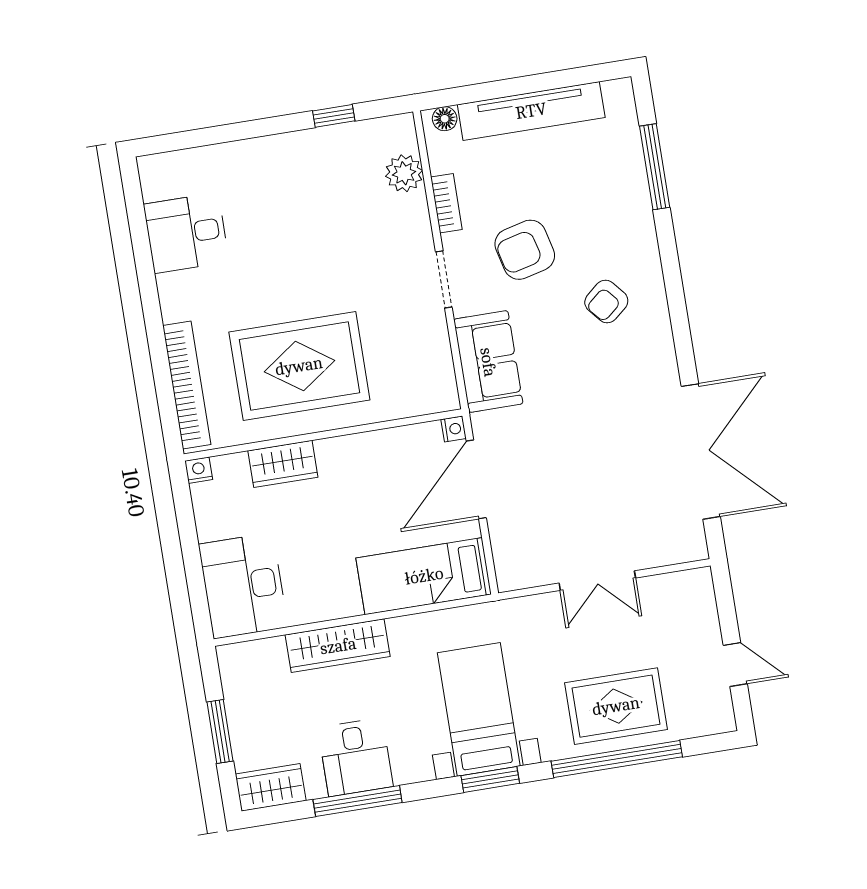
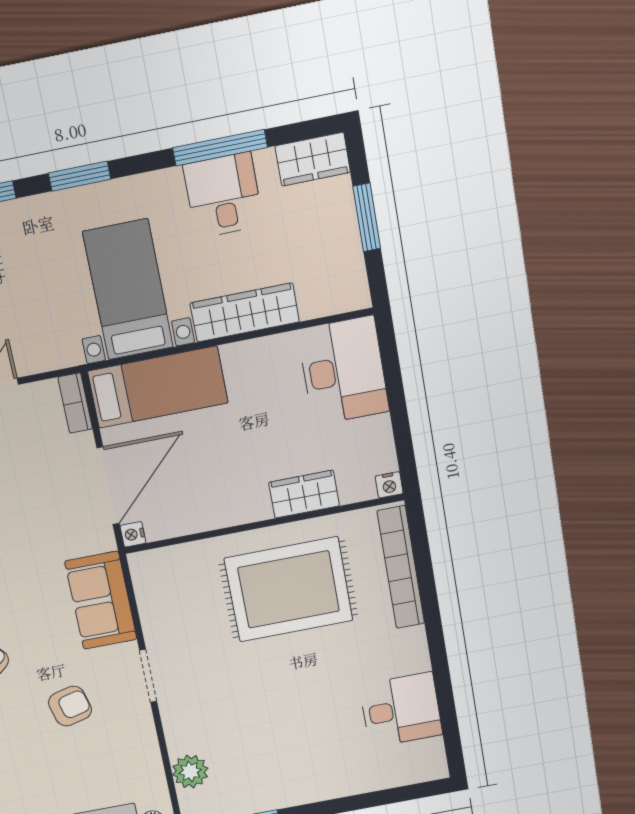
bookcase: (446, 203) -> (75, 403), moved
armchair: (525, 250) -> (70, 706), width x0.72, depth x0.72
bed with nightstands: (479, 709) -> (128, 290), moved, turned 180

